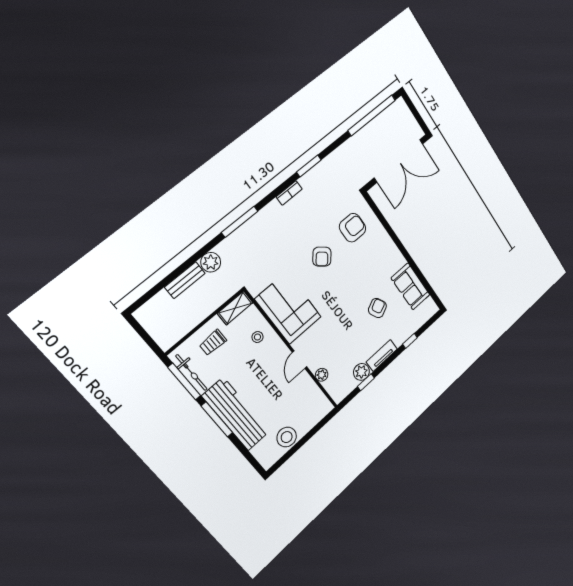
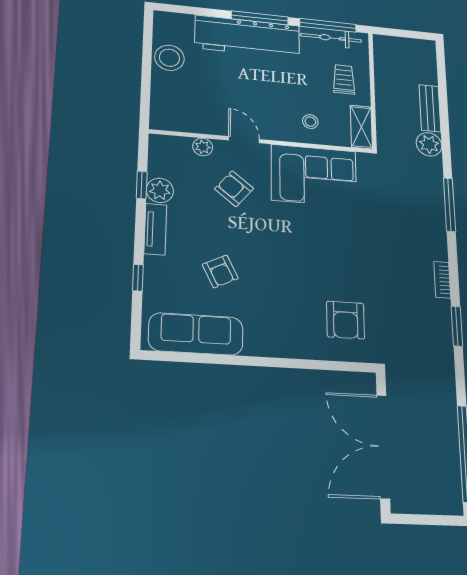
armchair: (322, 257) -> (234, 189), moved
sofa: (411, 286) -> (196, 334), width x1.36

